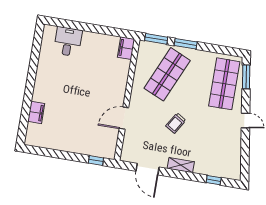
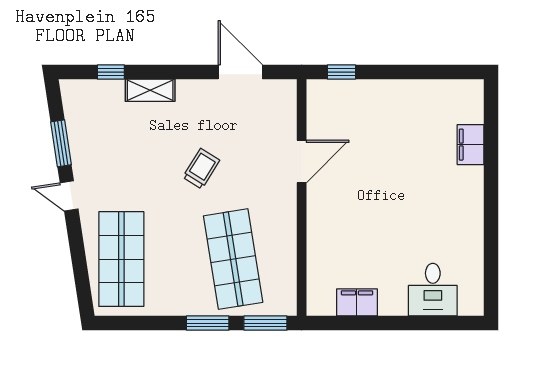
filing cabinet: (126, 48) -> (357, 302), moved, turned -90
shop shelf: (167, 74) -> (233, 259), turned -33
window: (246, 77) -> (61, 143), moved
shelving: (181, 165) -> (150, 90), moved

